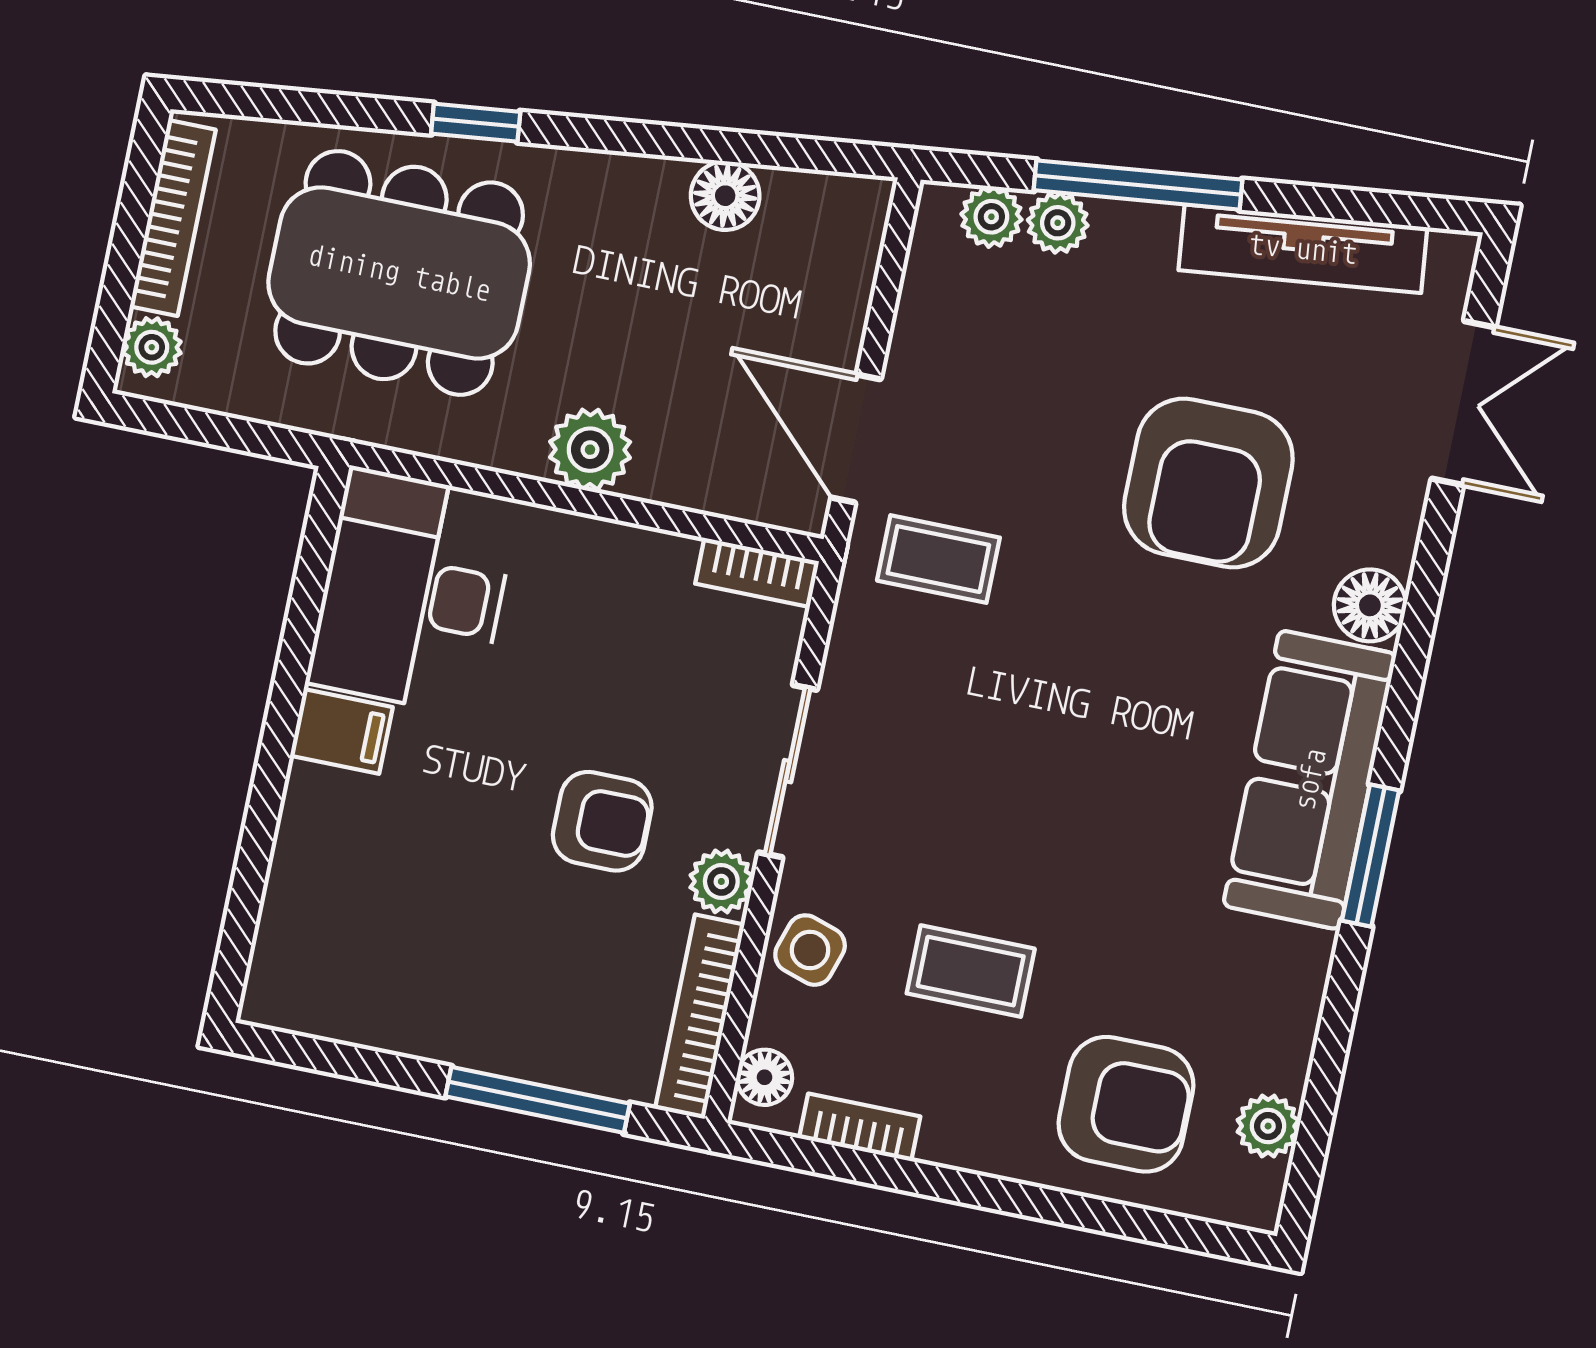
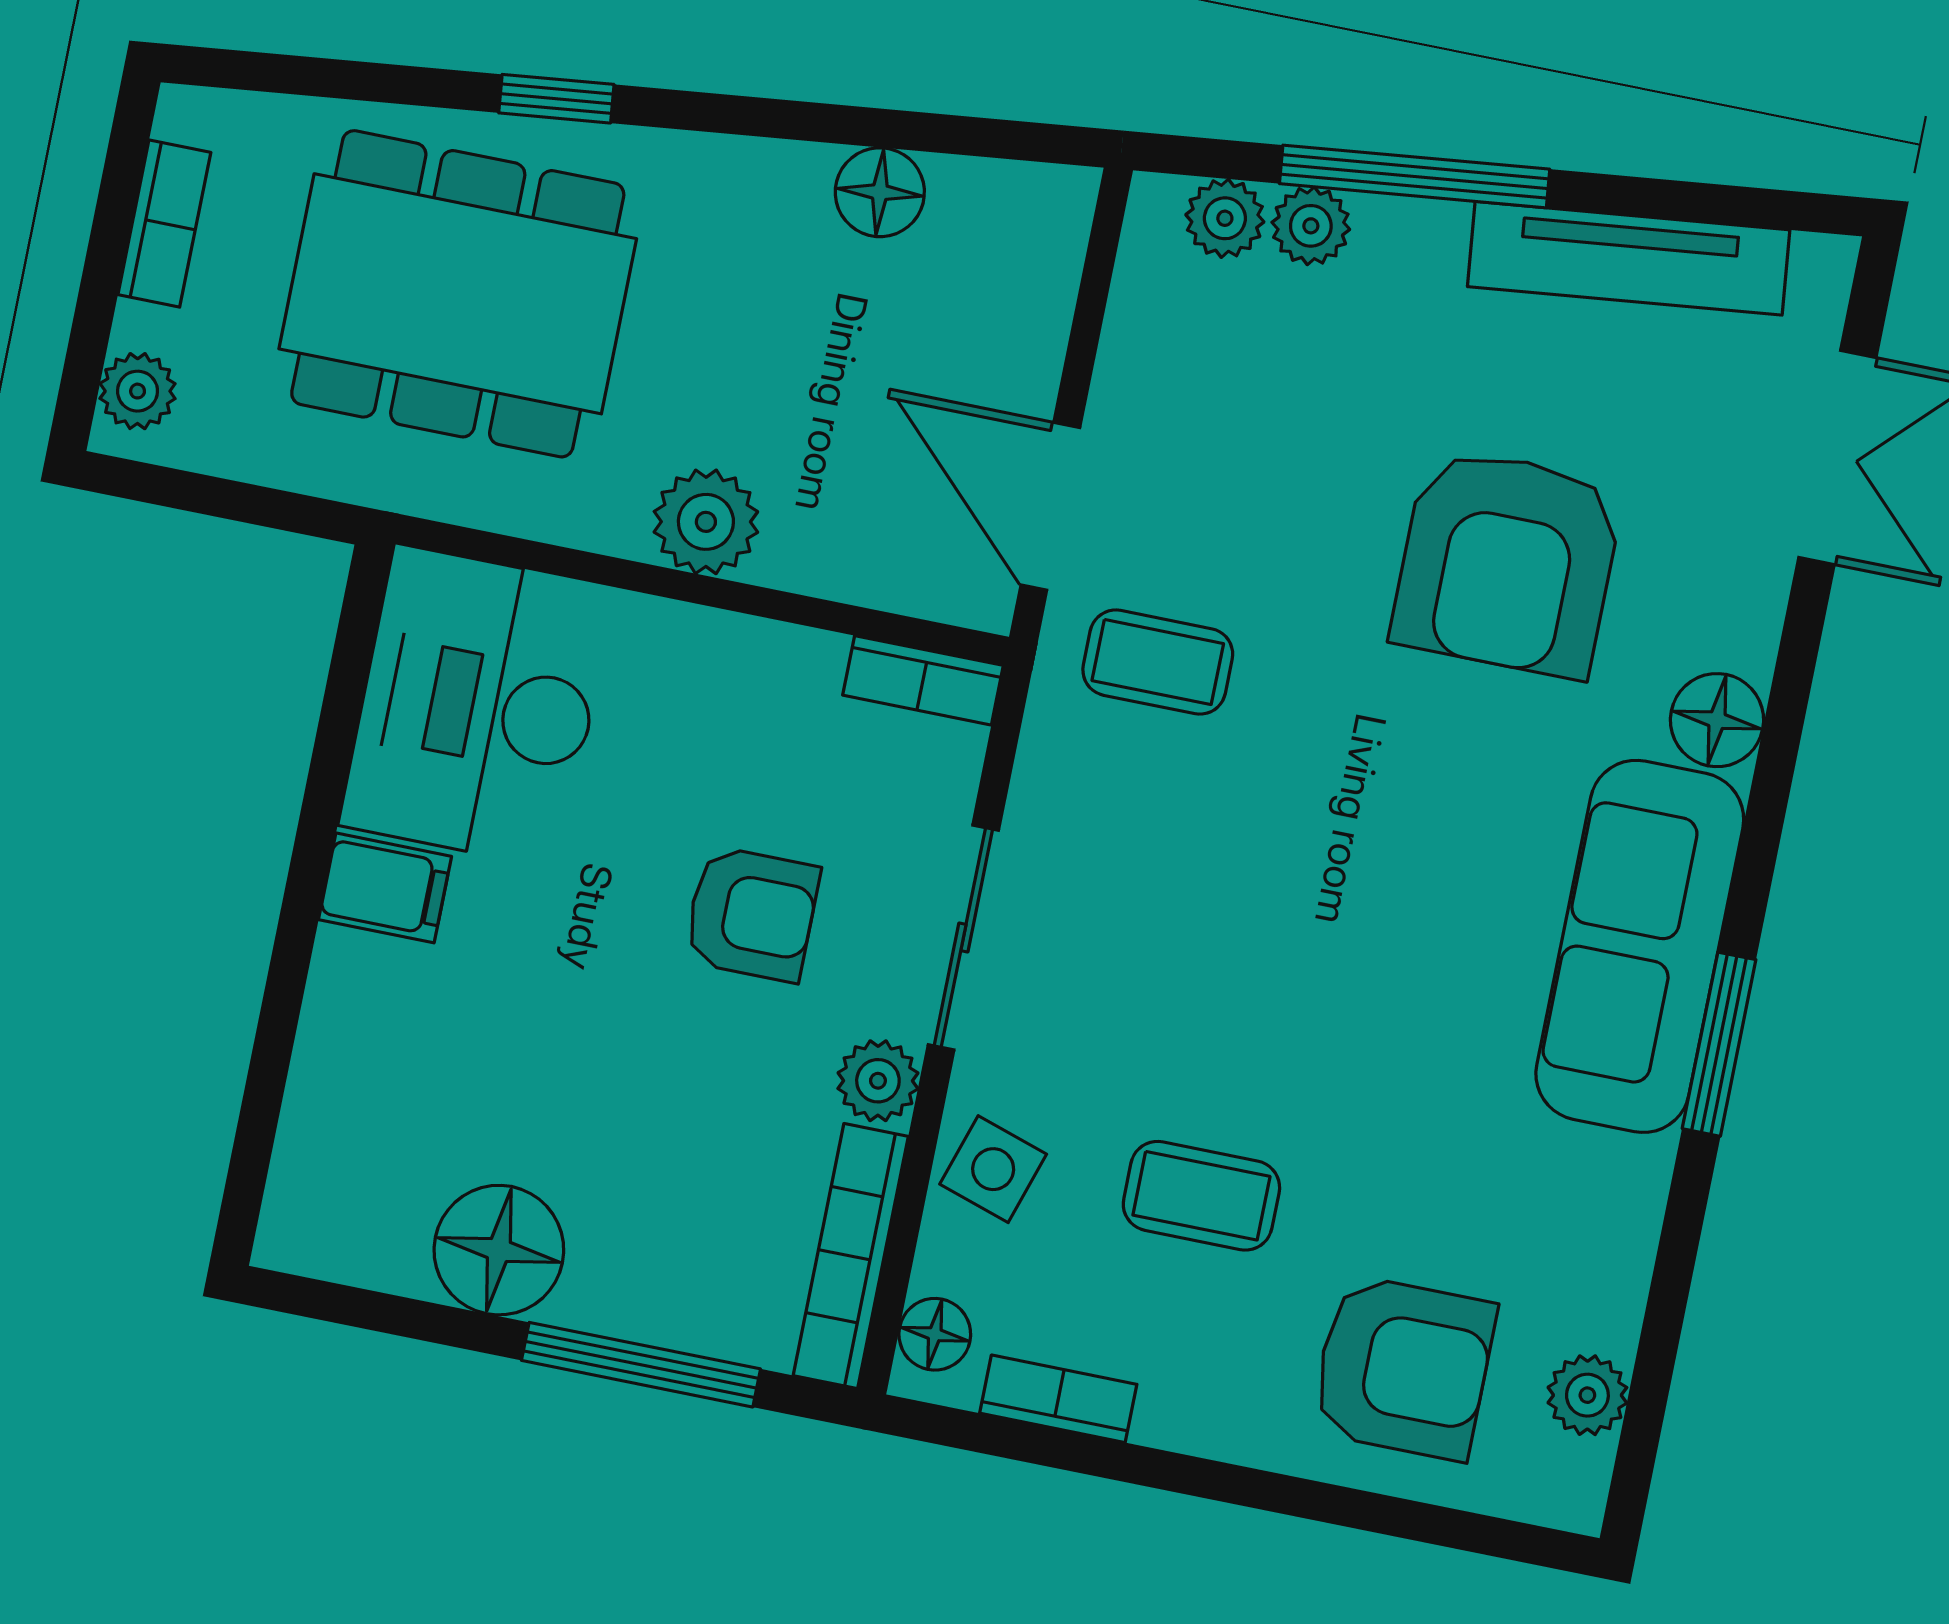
bookcase: (173, 218) -> (164, 224), width x0.64
armchair: (602, 821) -> (752, 914), moved
floor lamp: (428, 1011) -> (499, 1250), added

